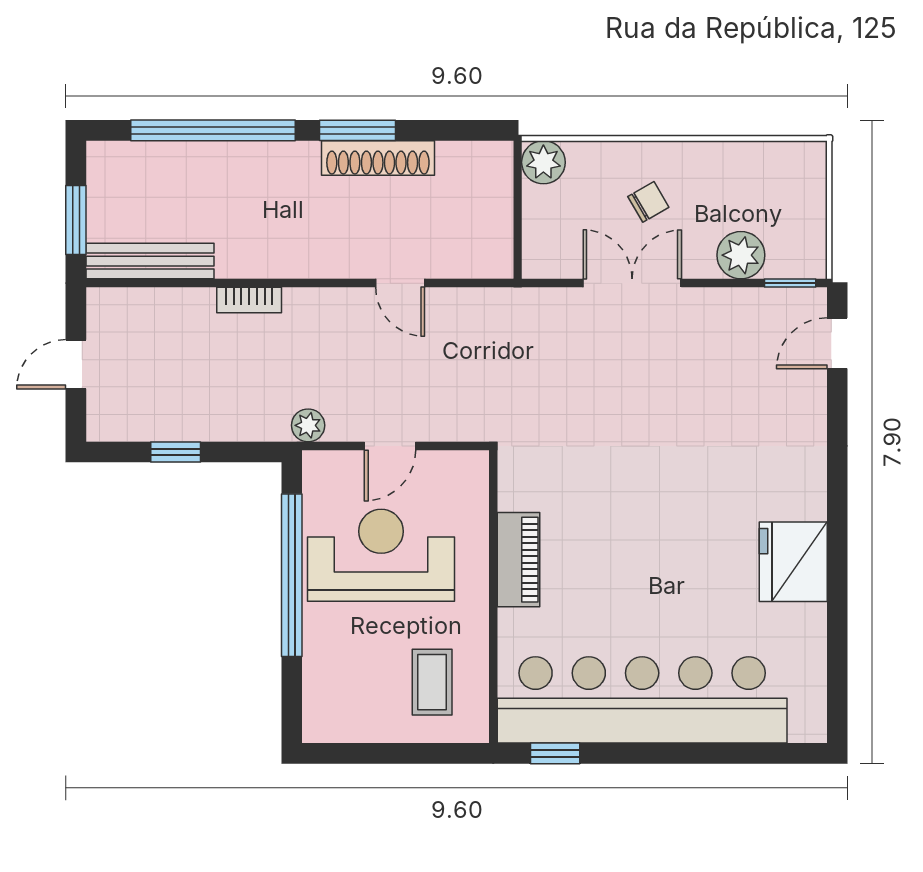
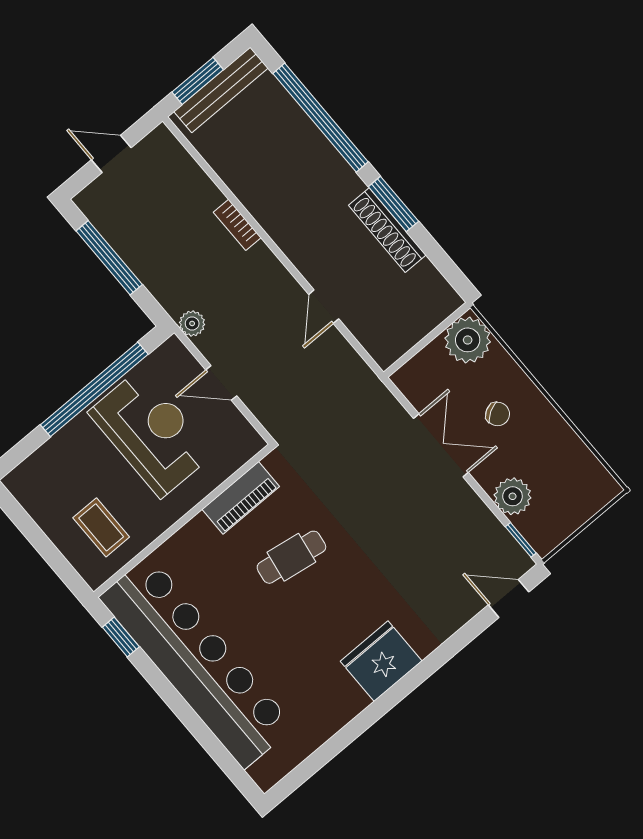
plant: (543, 162) -> (468, 340), width x1.36, depth x1.36
bench: (150, 261) -> (221, 90), moved, turned 90
window: (176, 452) -> (109, 258), width x2.17
cafe table: (618, 521) -> (291, 557), added
piano: (518, 560) -> (241, 498), moved
fridge: (793, 562) -> (381, 661), moved
coffee table: (432, 682) -> (101, 527), turned 90

